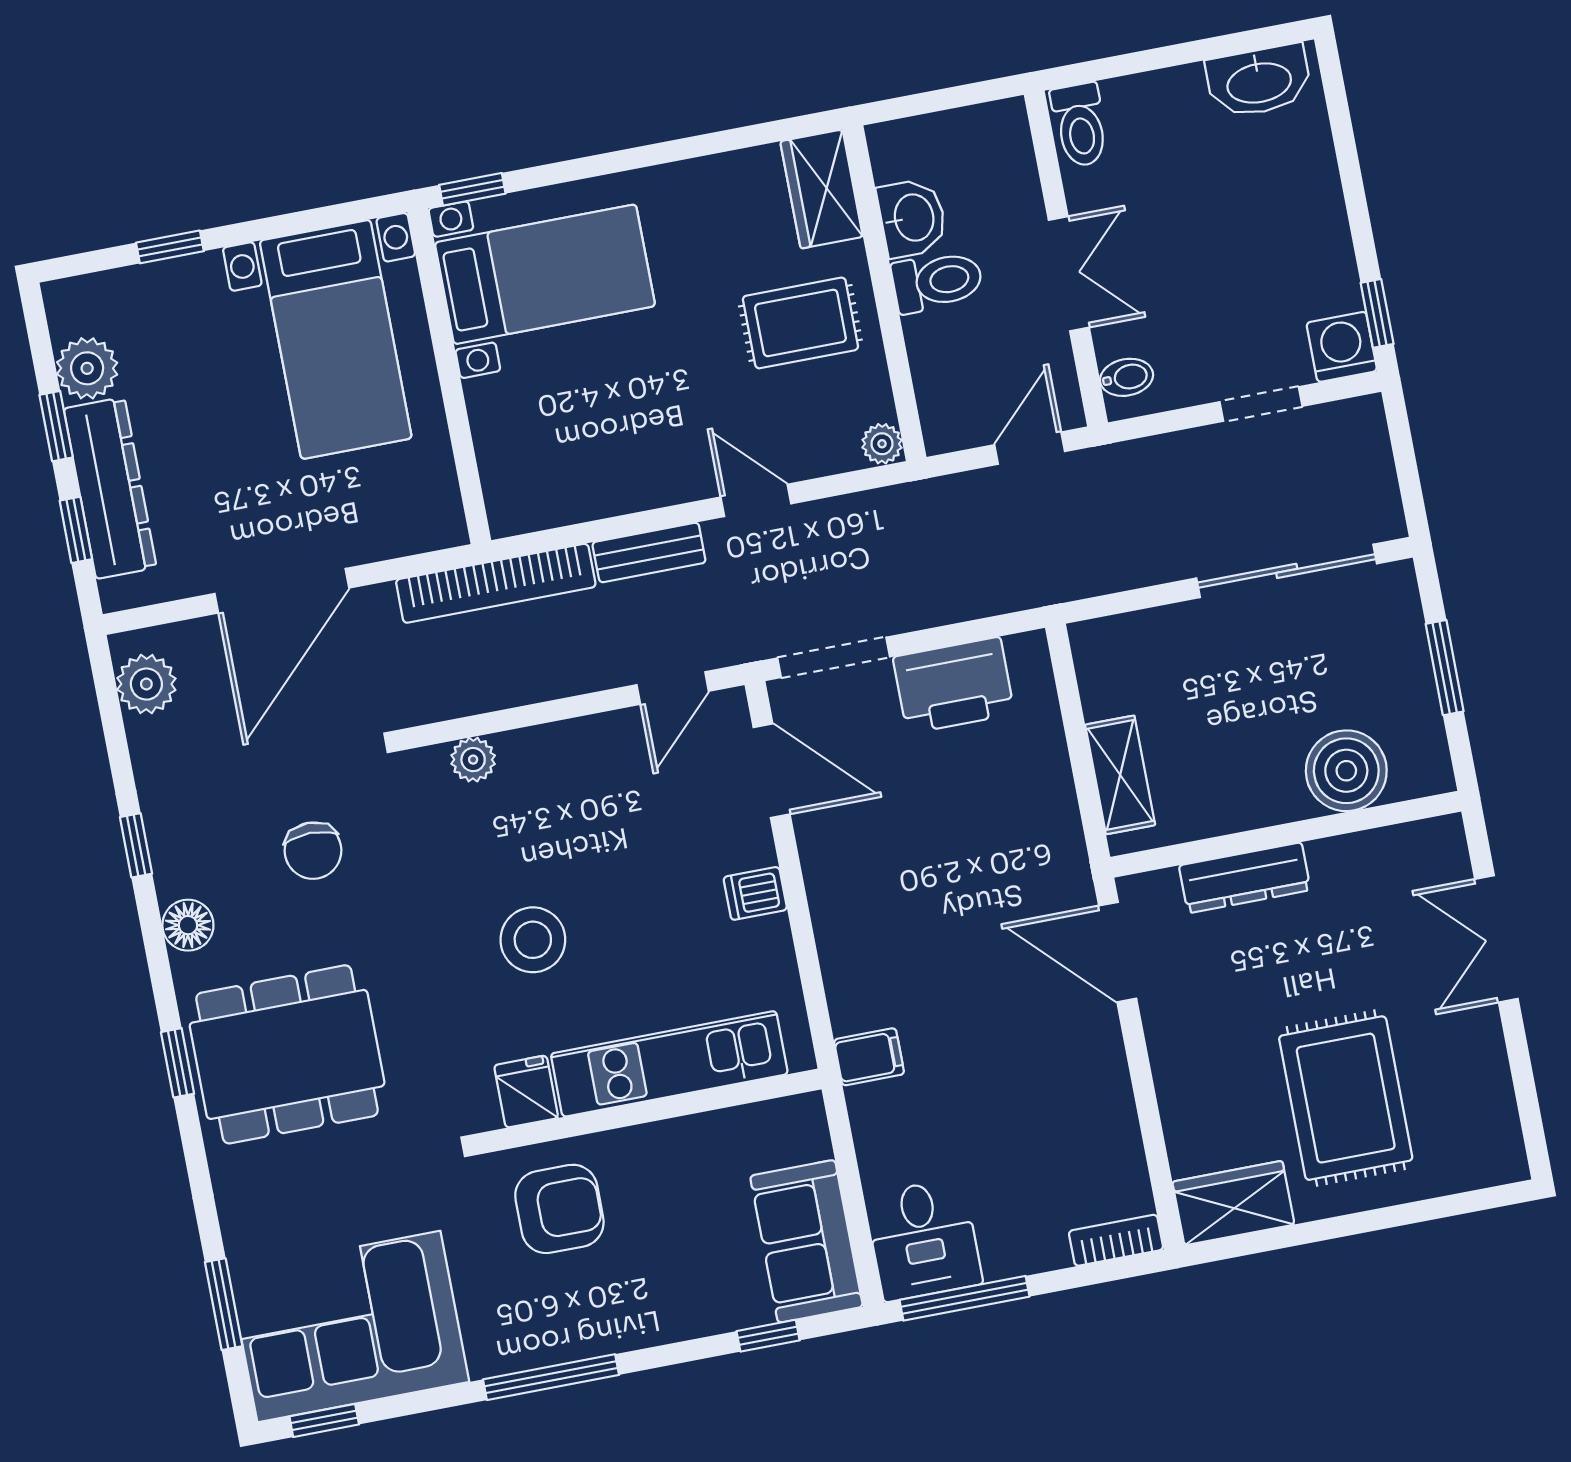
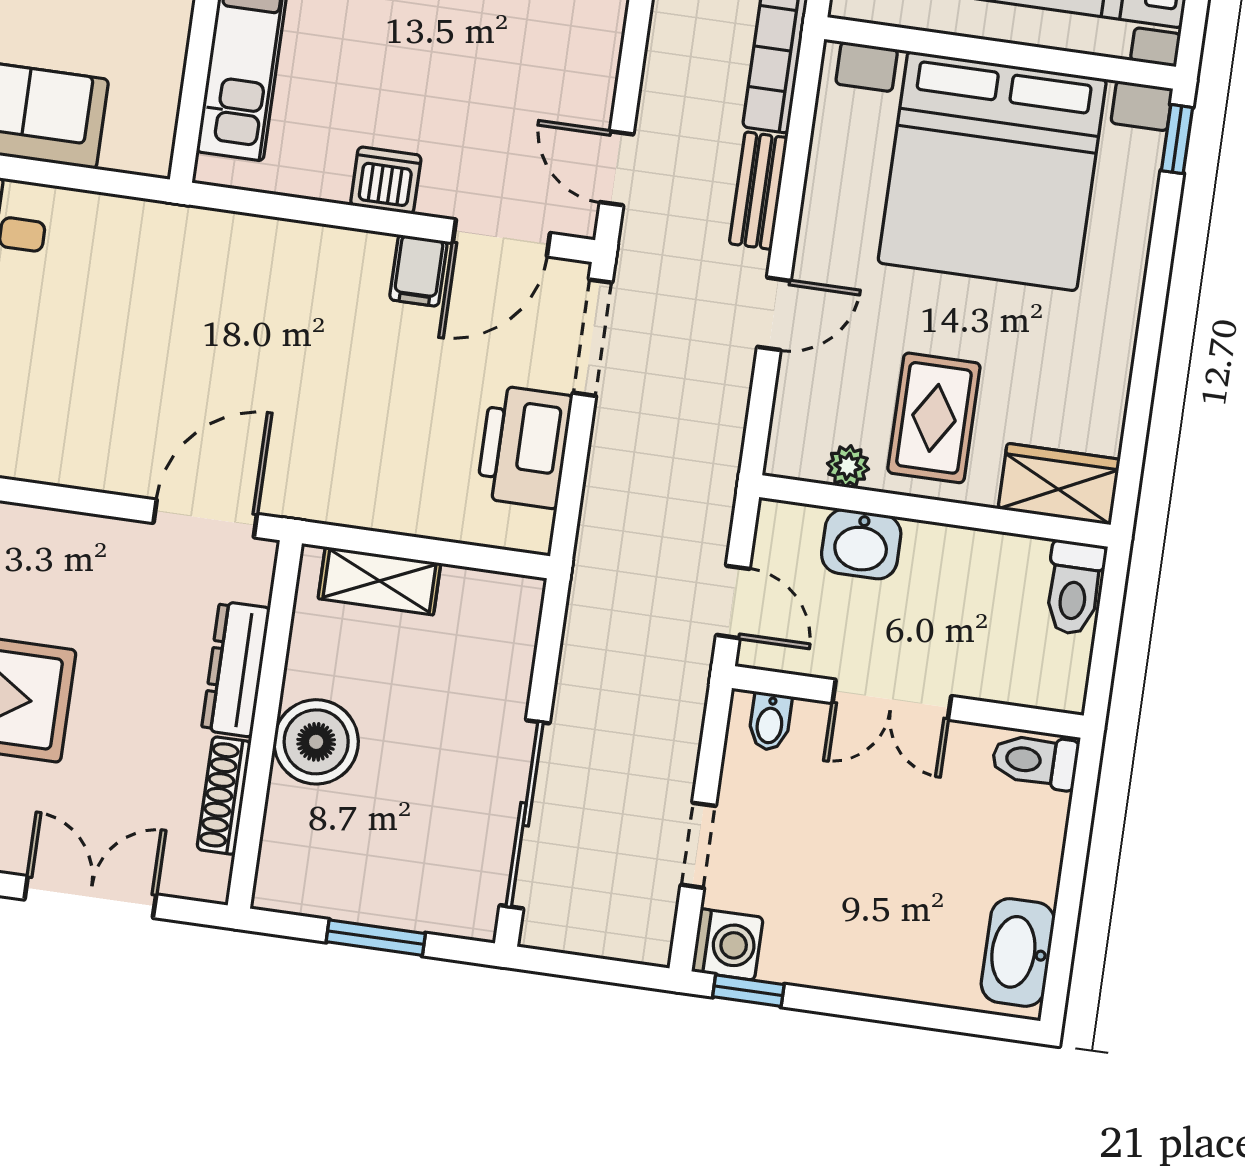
washbasin: (912, 218) -> (861, 544), moved
bed with nightstands: (545, 274) -> (992, 171), width x1.85
toilet: (937, 281) -> (1074, 588), moved
plant: (882, 444) -> (848, 466), moved
boiler: (1346, 771) -> (316, 742), moved
shoe rack: (1363, 849) -> (224, 796), added
dishwasher: (755, 893) -> (386, 180), width x1.38
filing cabinet: (869, 1057) -> (418, 271), moved

